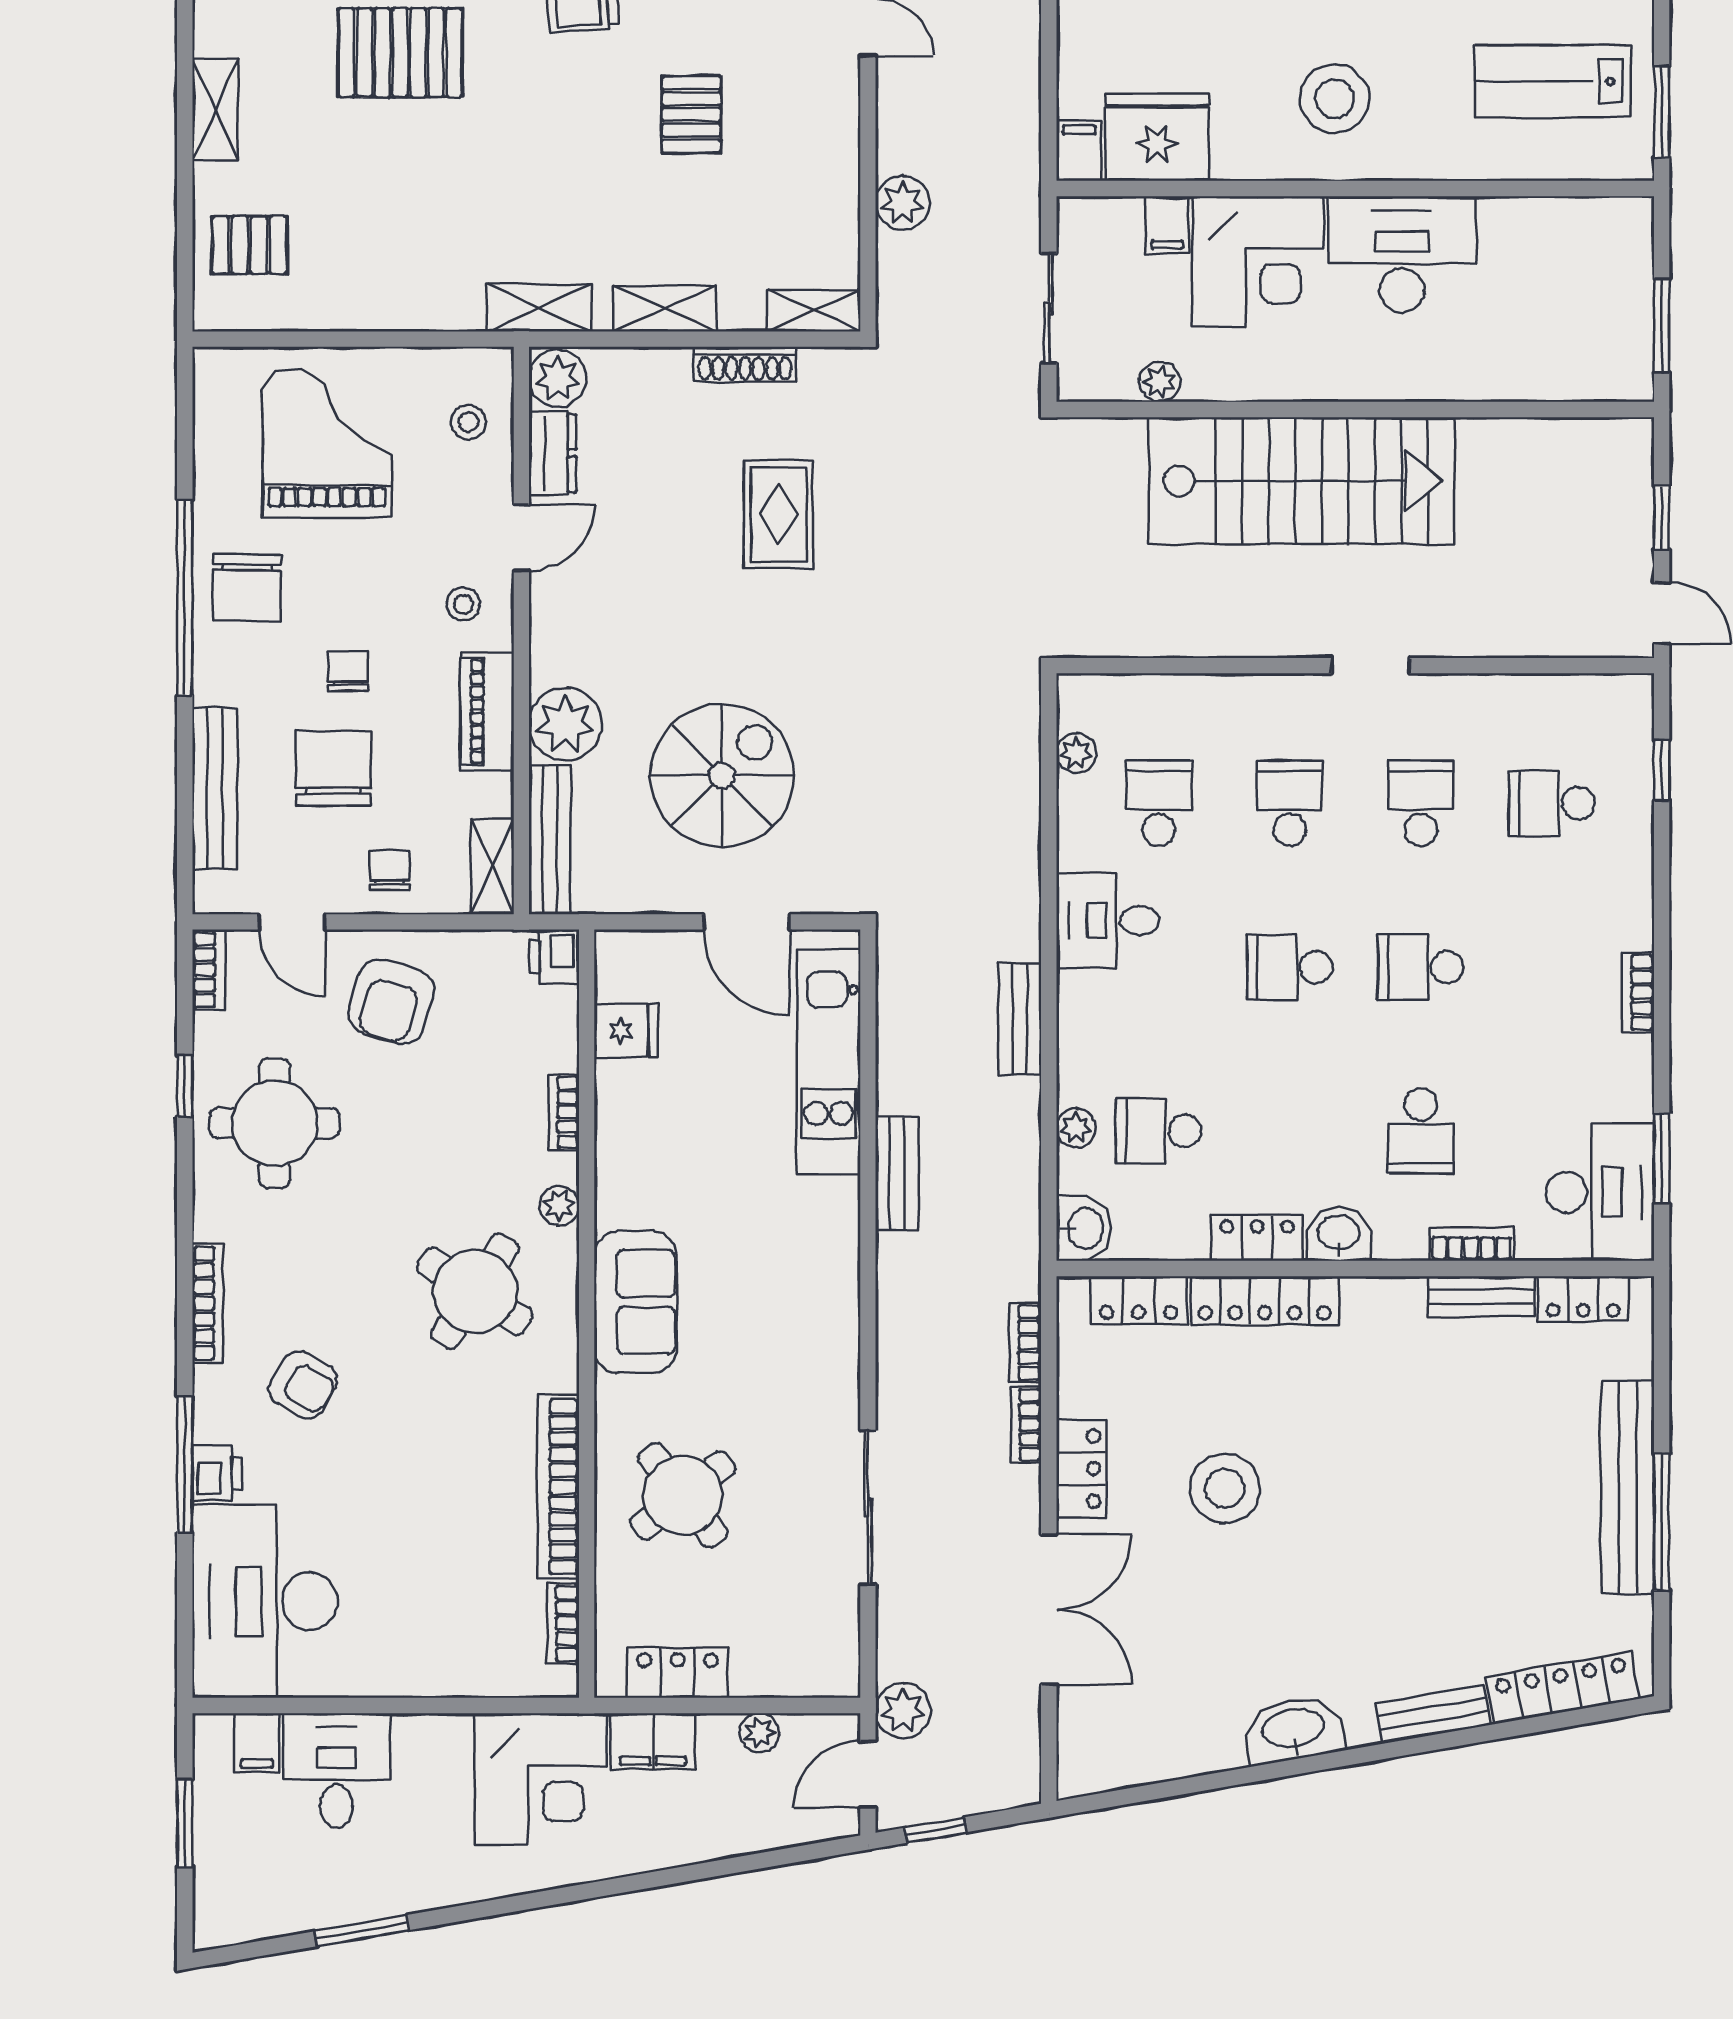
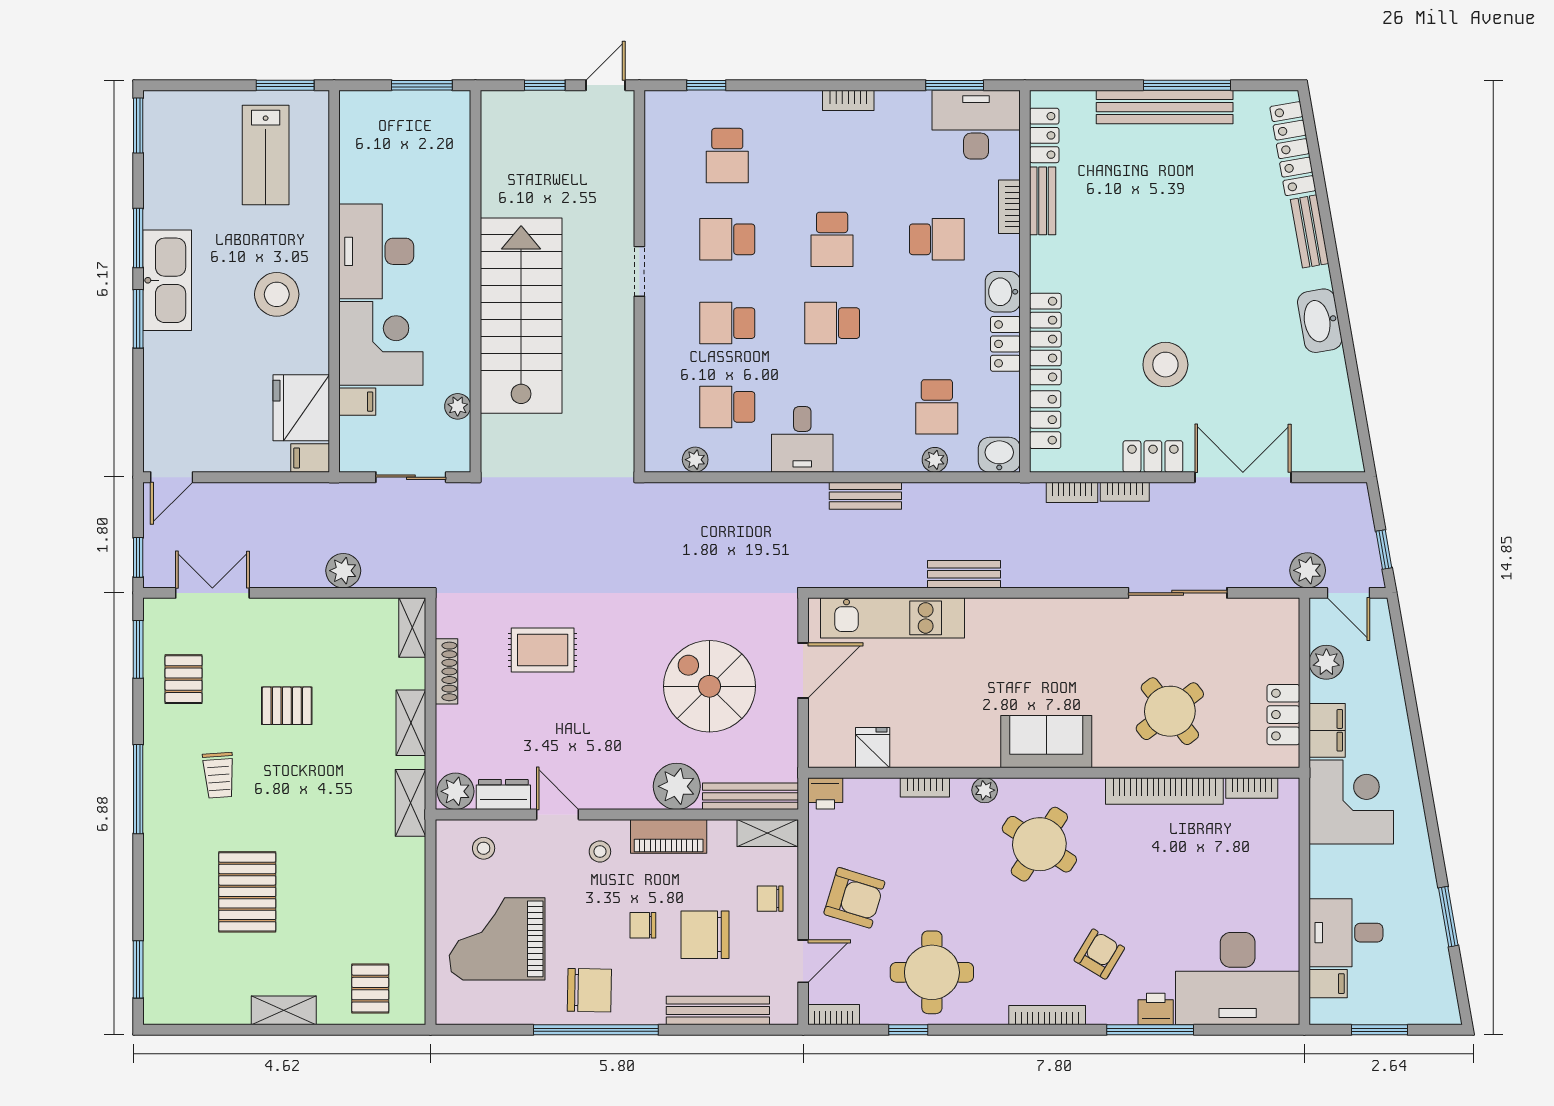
school desk: (1290, 967) -> (832, 323), turned 90
plant: (759, 1733) -> (1326, 662), width x1.38, depth x1.38

